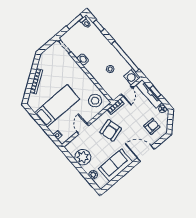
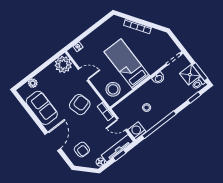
shower: (78, 31) -> (190, 75), added
bed: (57, 106) -> (127, 64), moved, turned 180
armchair: (111, 130) -> (80, 105), turned 90
plant: (83, 157) -> (63, 64), moved

